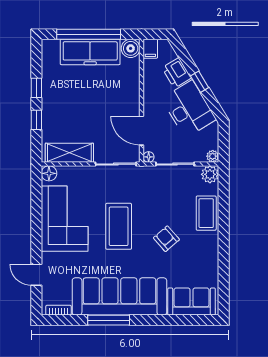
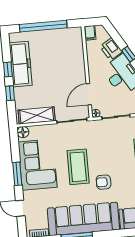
boiler: (131, 48) -> (75, 34), removed
freezer: (90, 52) -> (21, 64), moved, turned -90
door: (141, 131) -> (89, 94), hinge flipped
window: (36, 228) -> (17, 174), added
armchair: (166, 239) -> (104, 182), moved, turned -49

